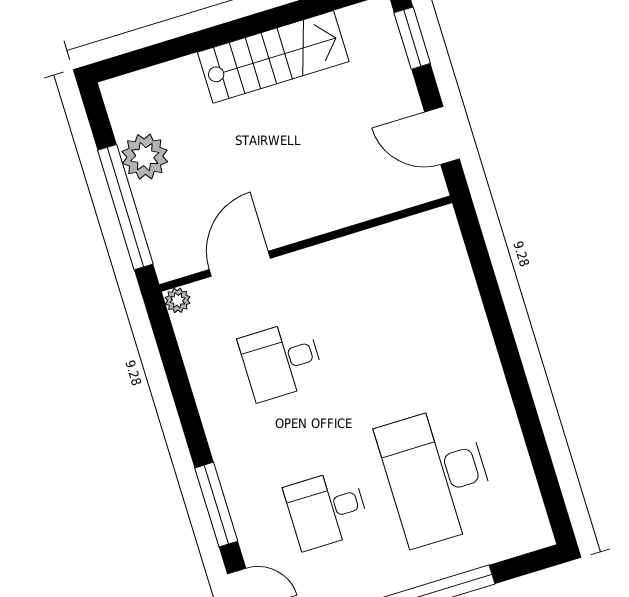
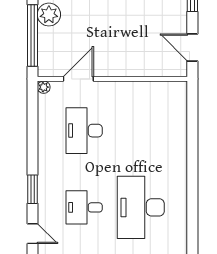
desk: (281, 361) -> (84, 131), width x1.37
window: (216, 505) -> (32, 189), width x0.69

